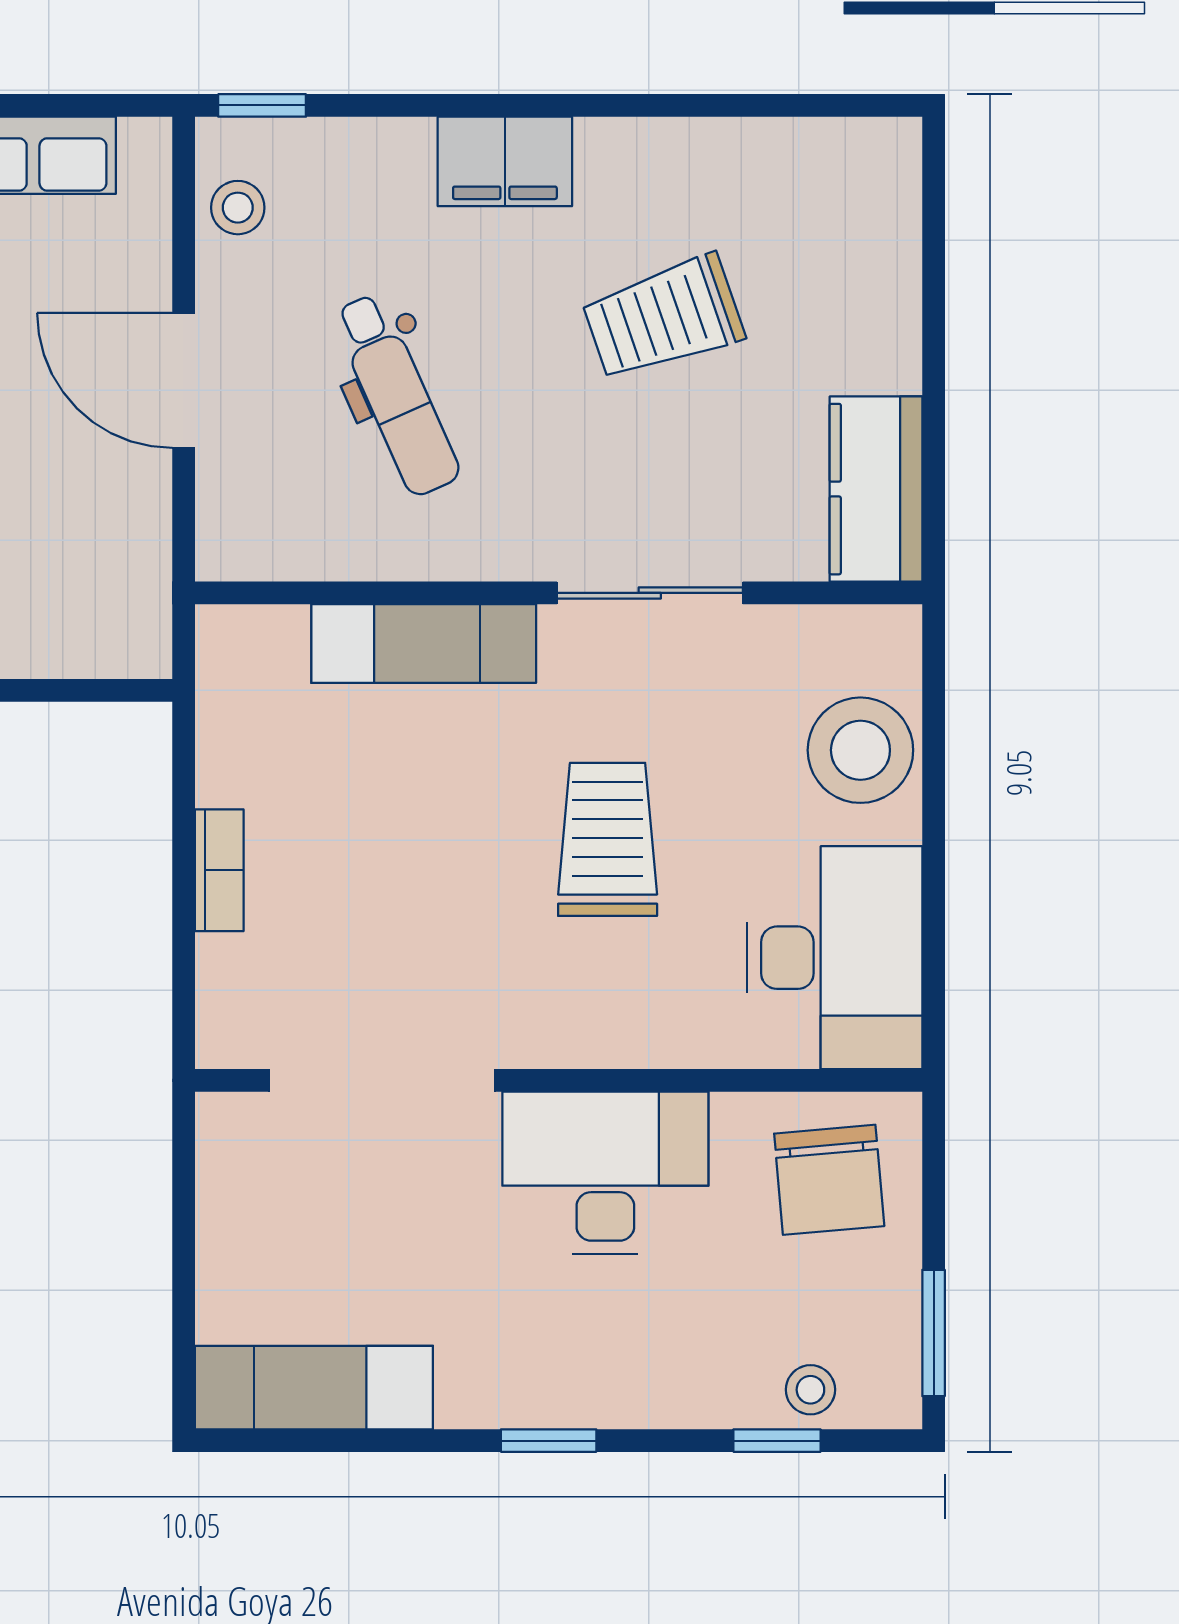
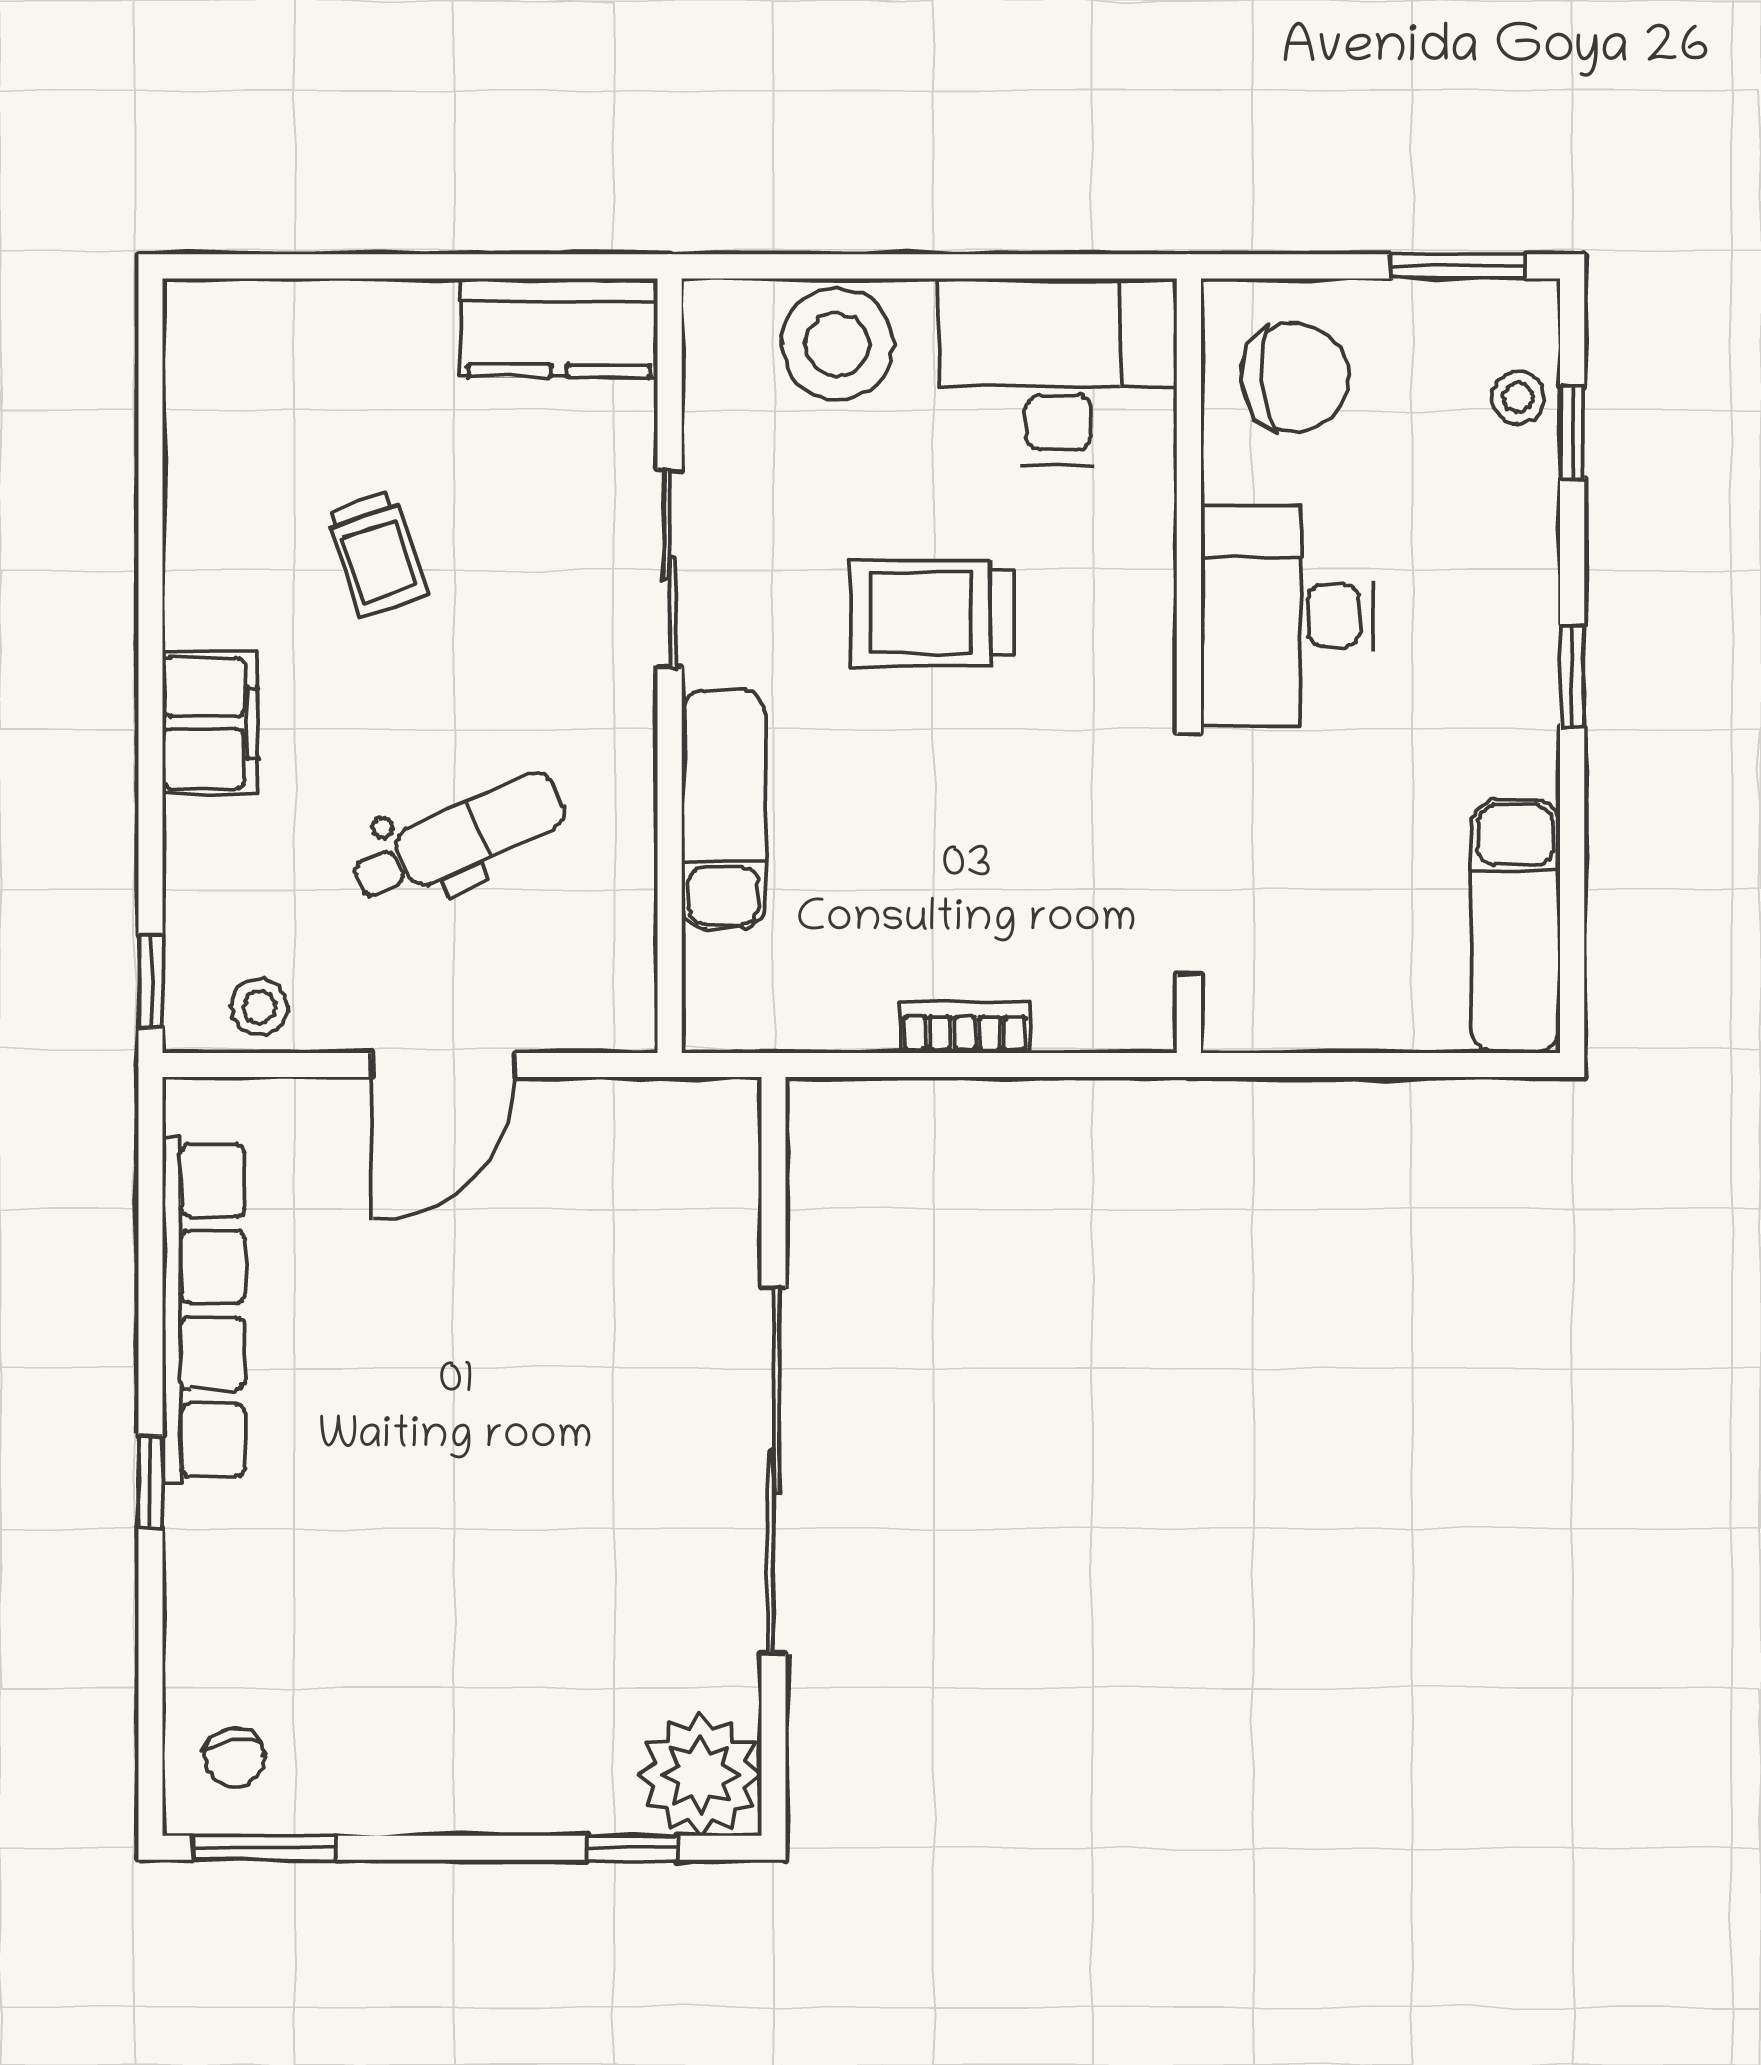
trolley: (663, 318) -> (377, 554), width x0.73, depth x0.72

